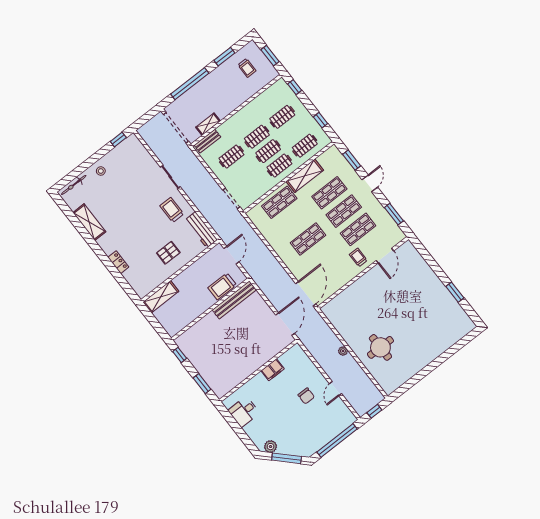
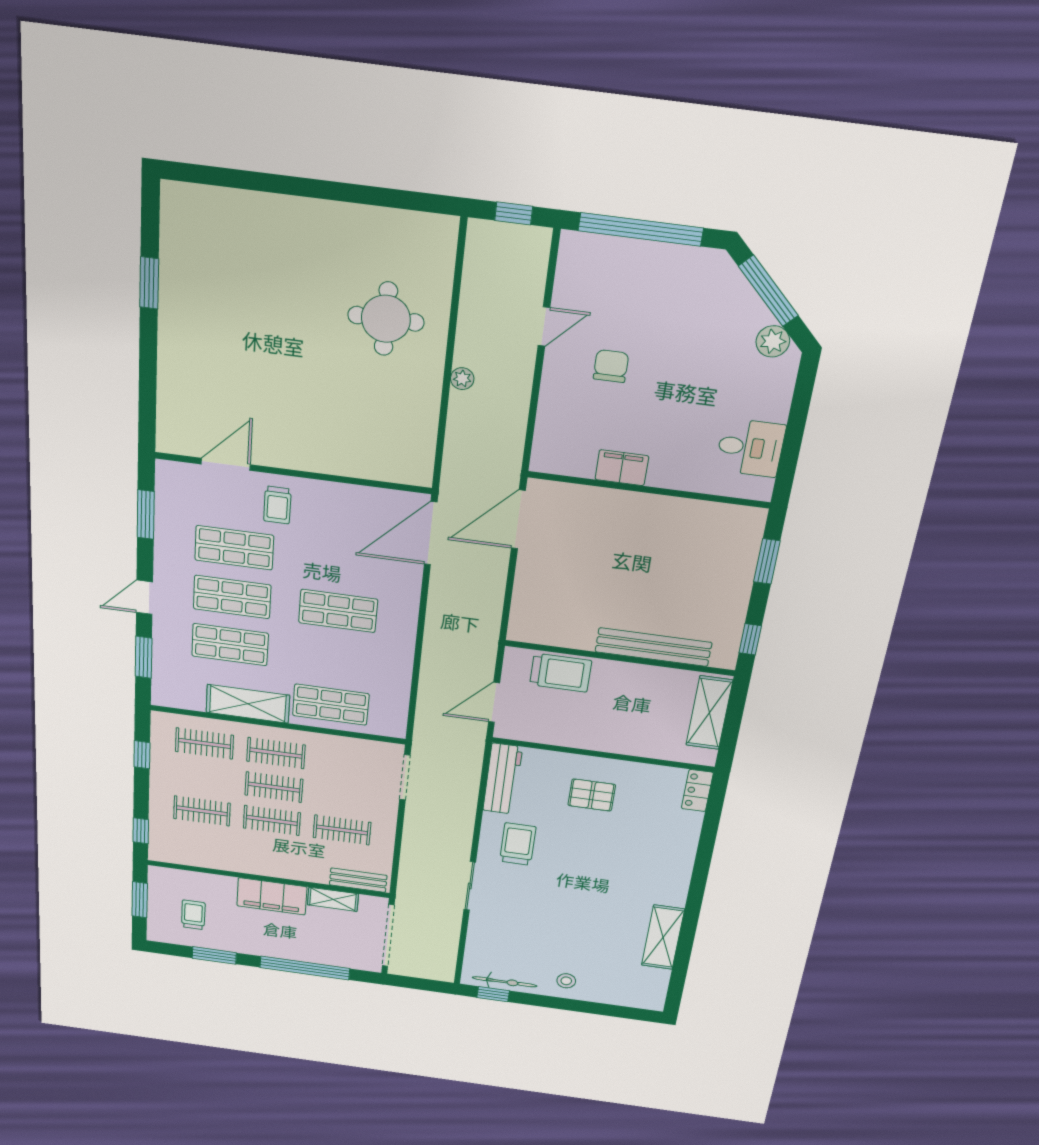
filing cabinet: (229, 104) -> (272, 896), added
bicycle: (74, 185) -> (505, 982), moved
trolley: (172, 210) -> (518, 844), turned 180
locker: (118, 262) -> (697, 791), moved
shelving: (161, 297) -> (709, 713), moved, turned 90
bench: (234, 300) -> (653, 647), moved

